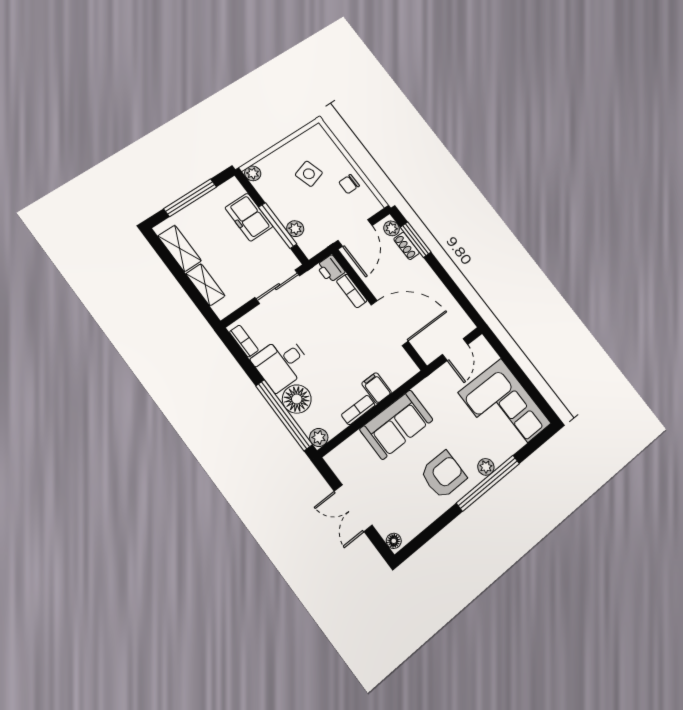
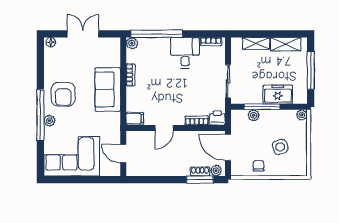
door: (390, 323) -> (164, 128), width x0.53
filing cabinet: (377, 388) -> (135, 119), moved
floor lamp: (297, 399) -> (160, 47), removed

